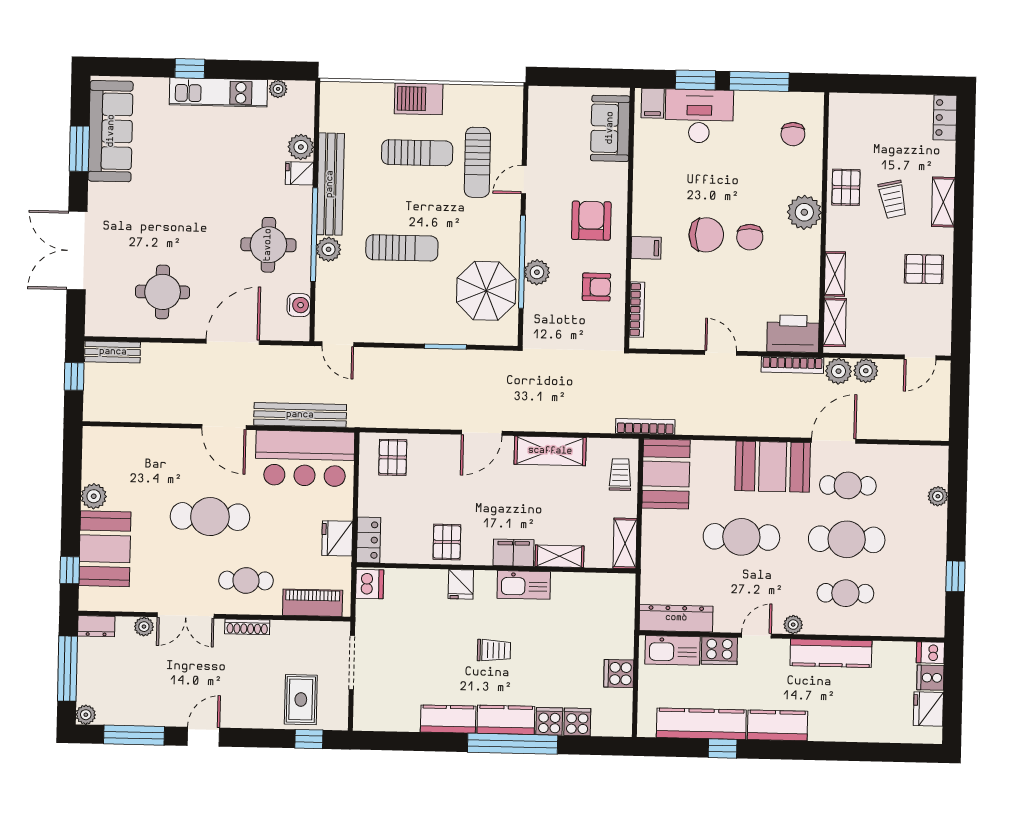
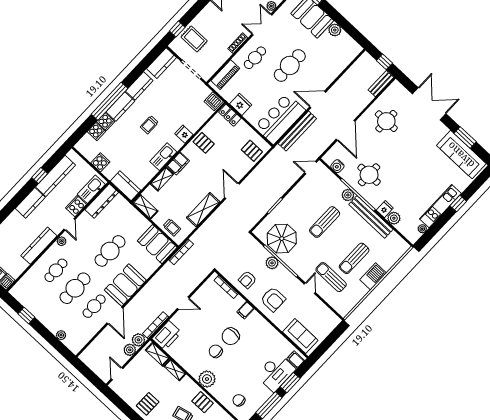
kitchen counter: (620, 603) -> (125, 186), added
kitchen counter: (383, 716) -> (161, 63), added

